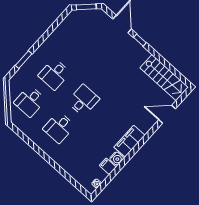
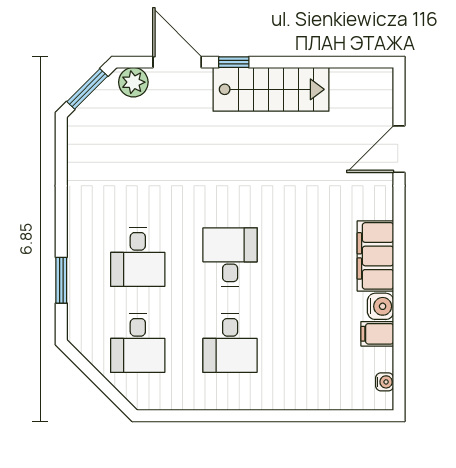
plant: (103, 18) -> (133, 82), added
stairs: (164, 78) -> (271, 89), moved

